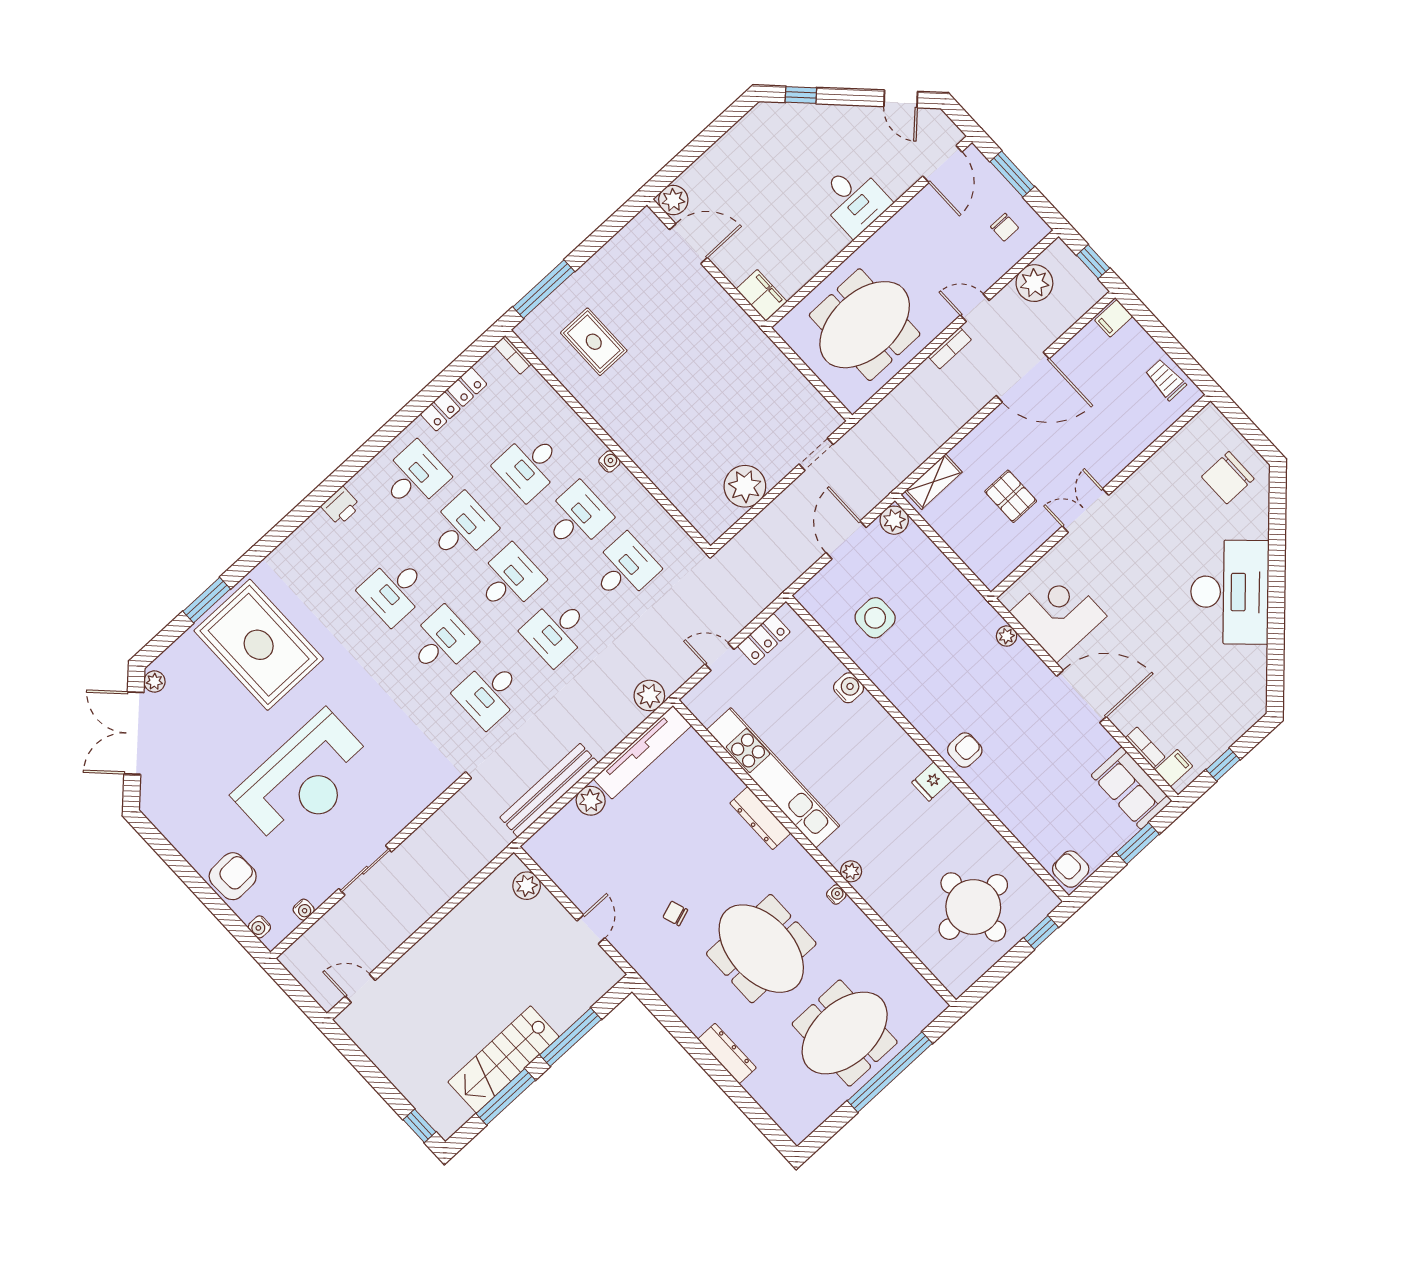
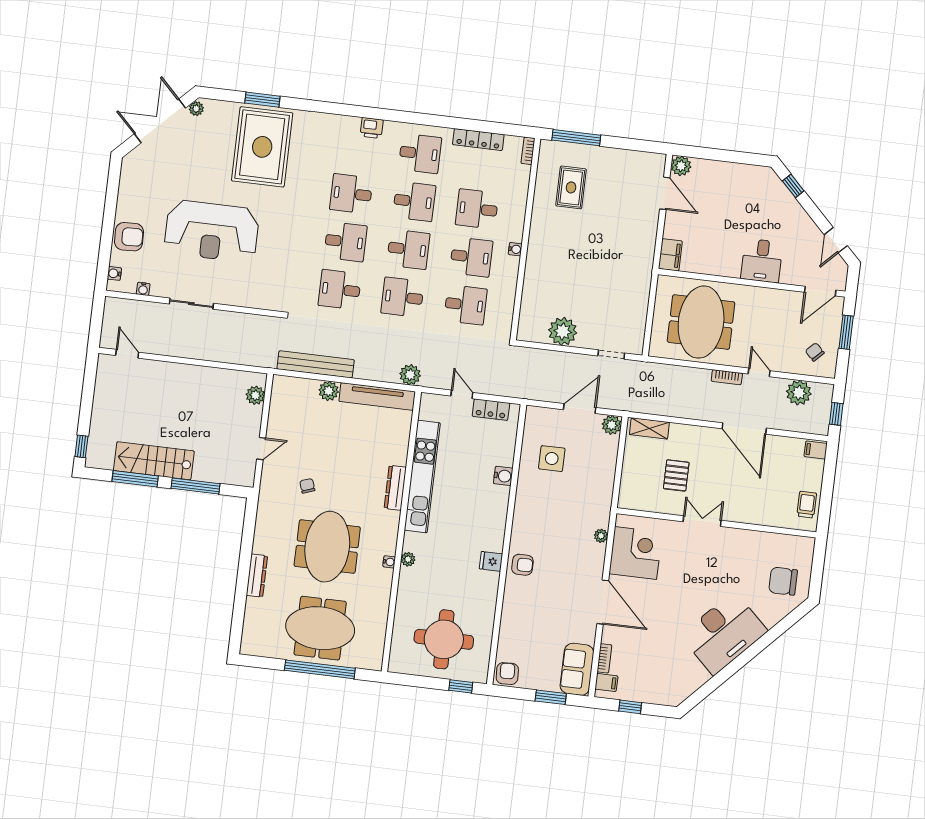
chair: (1005, 227) -> (815, 352), turned 135
meeting table: (865, 325) -> (701, 322), turned 90

